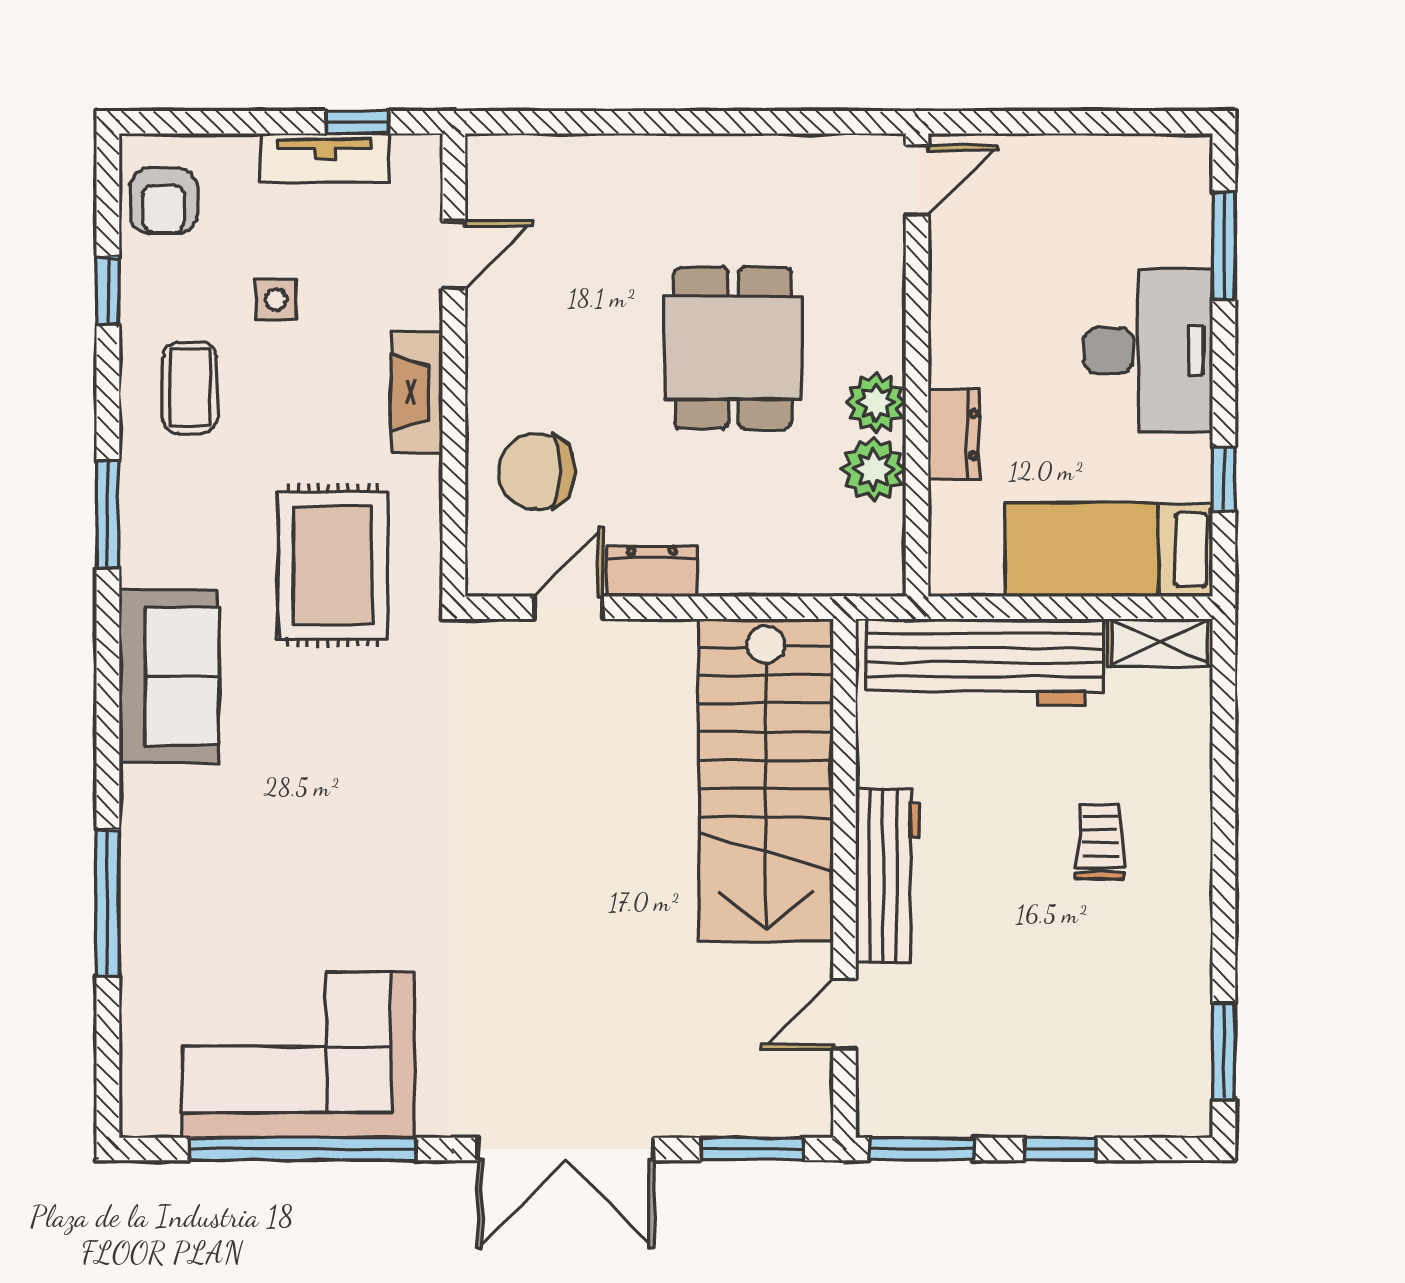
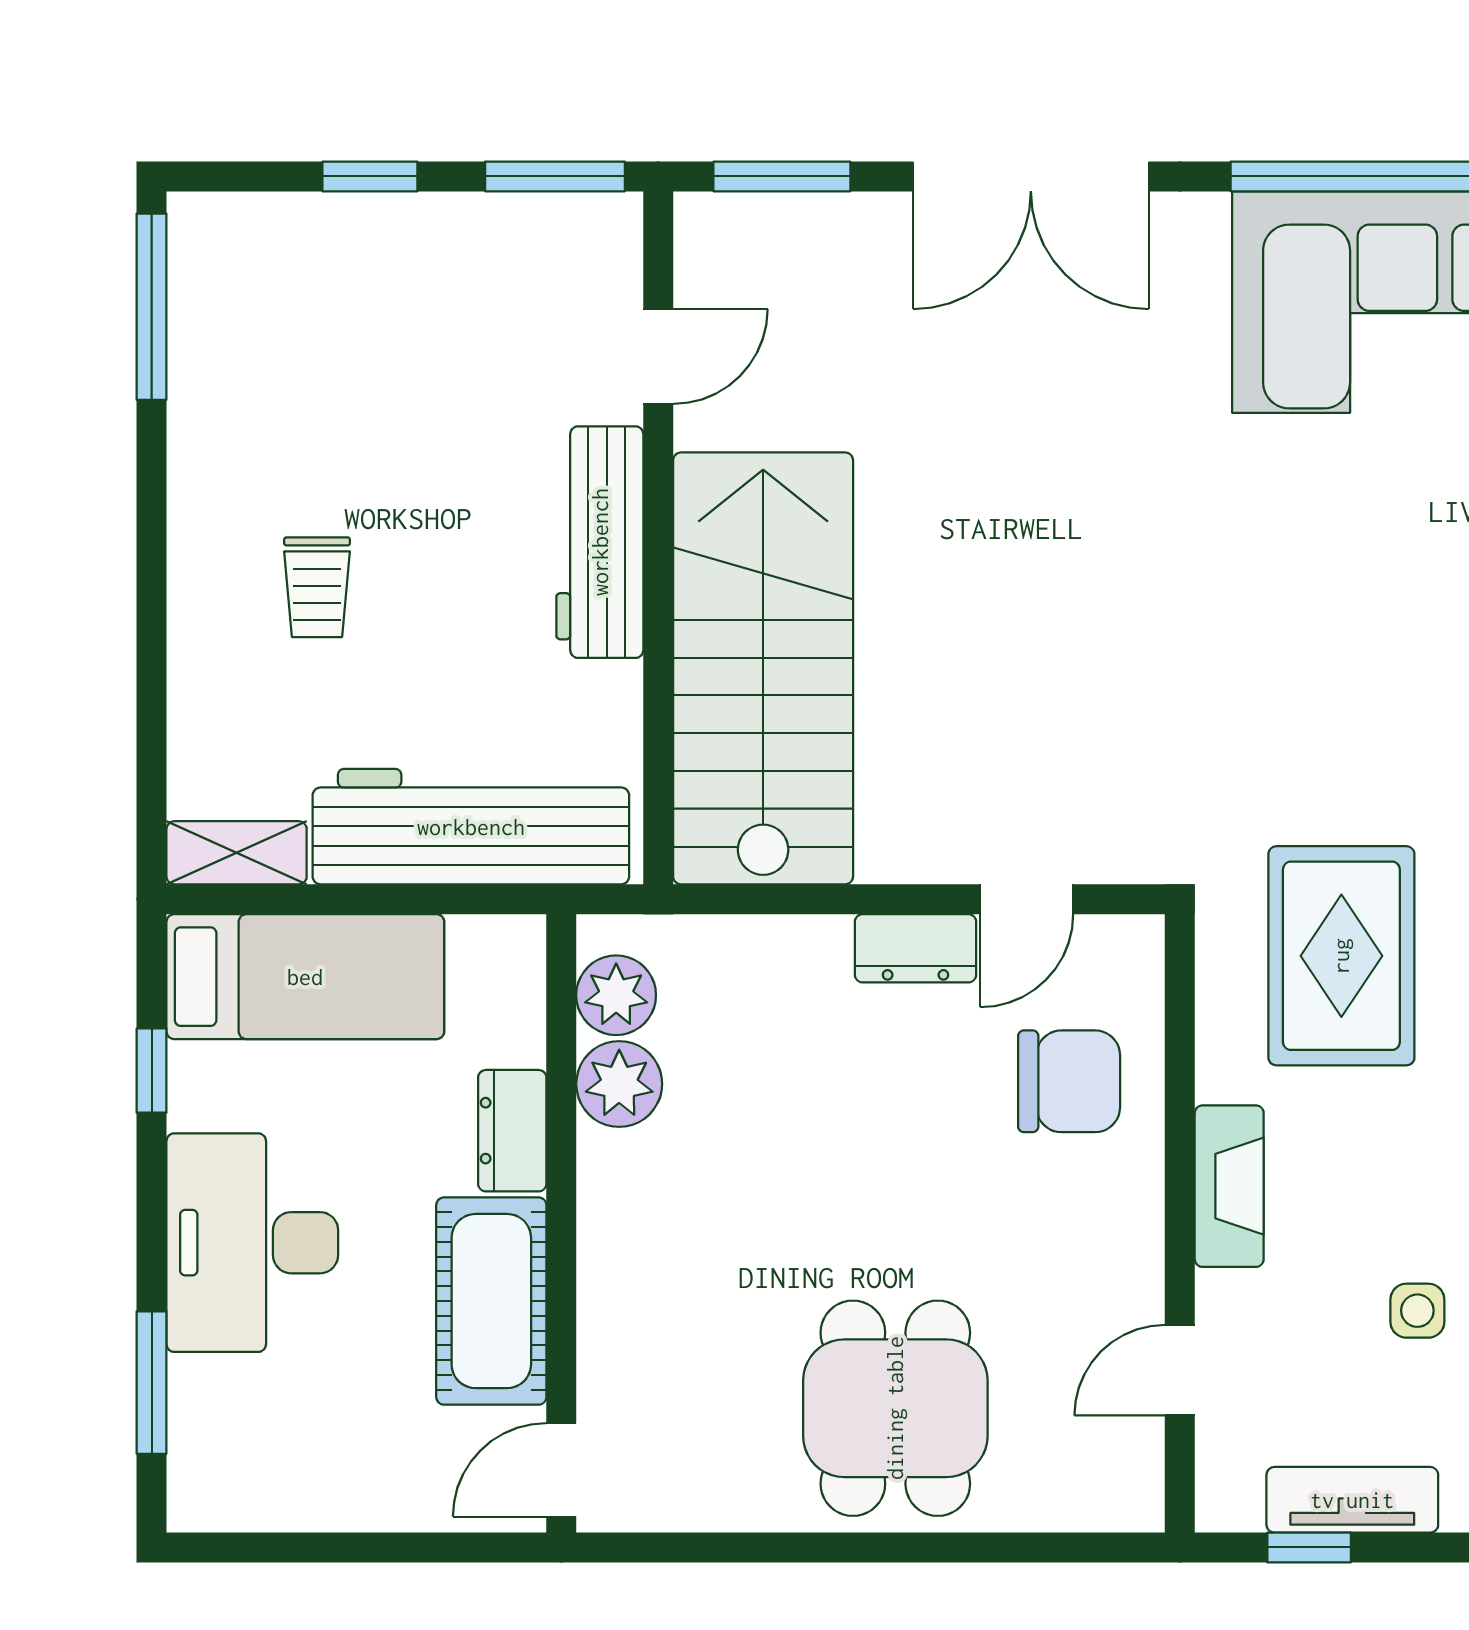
cot: (969, 307) -> (491, 1301), added
dining table: (733, 348) -> (895, 1408), moved
plant: (876, 403) -> (616, 995), moved
window: (1224, 1051) -> (152, 307), width x1.44
double door: (565, 1149) -> (1031, 176), swing flipped

